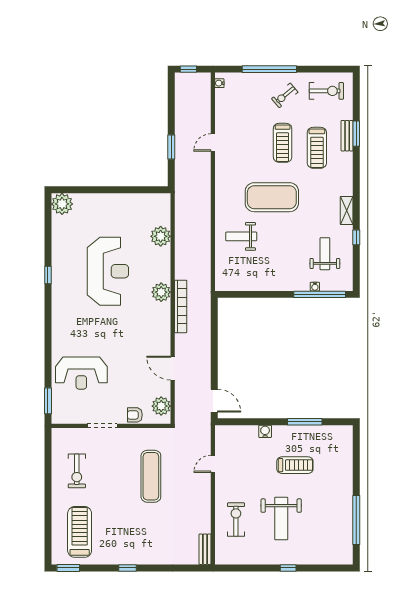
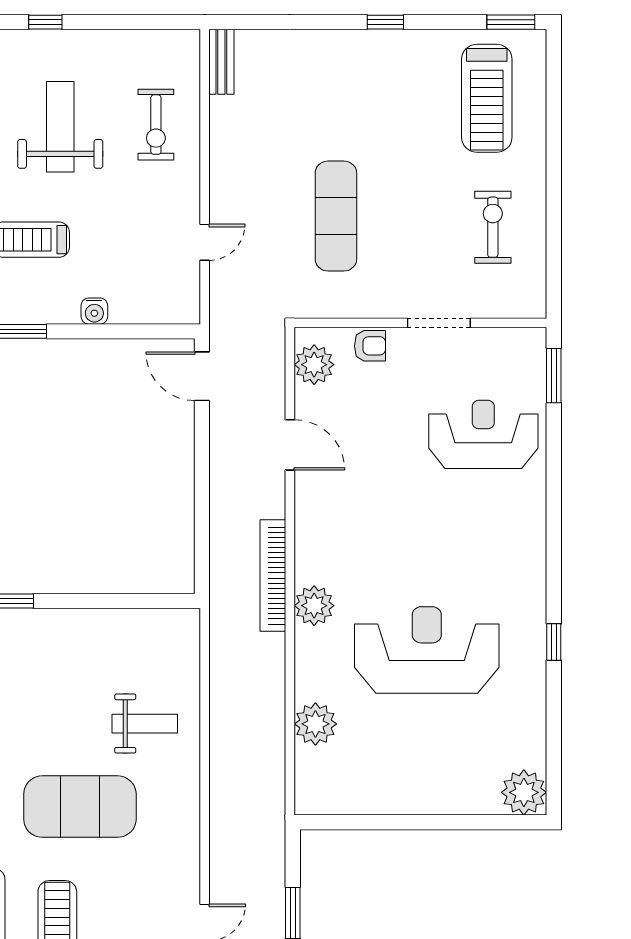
reception desk: (108, 271) -> (427, 650), turned 90

